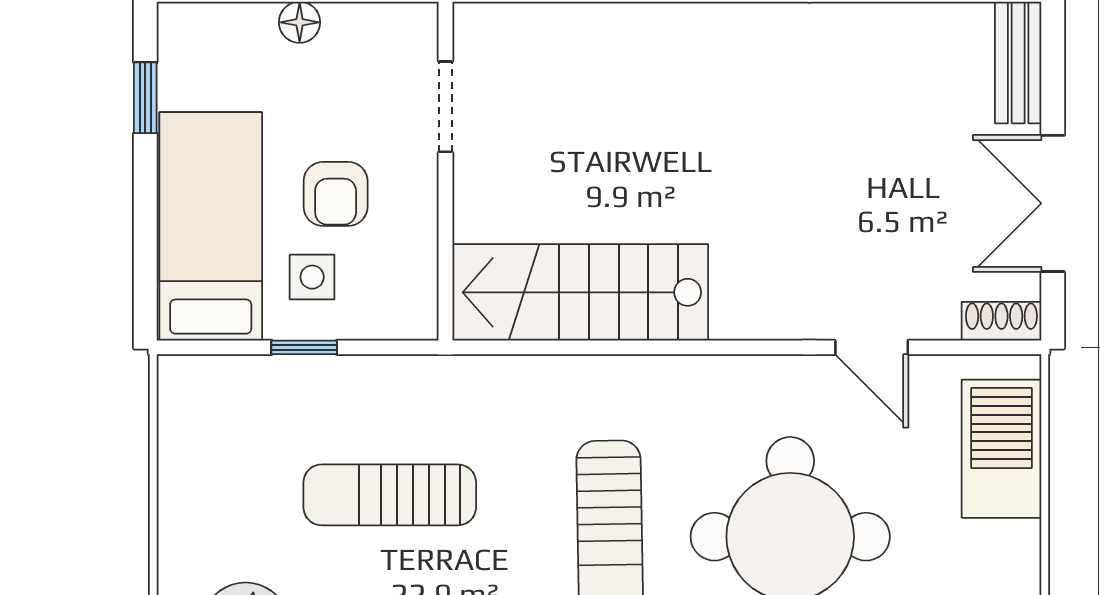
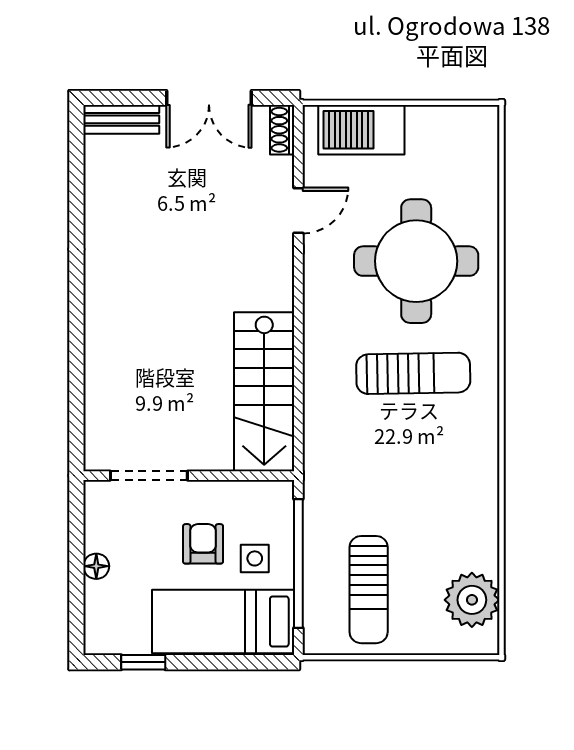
doorway: (445, 107) -> (149, 476), width x1.38
armchair: (336, 194) -> (203, 544), turned -90
window: (304, 347) -> (298, 563), width x3.17
sun lounger: (390, 495) -> (369, 590), moved

